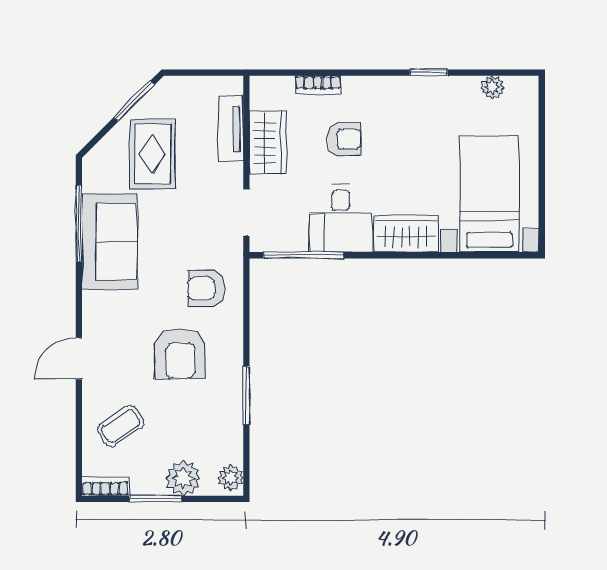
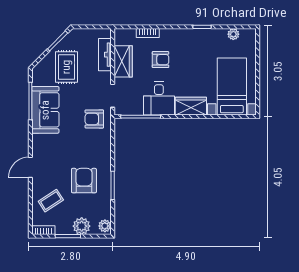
armchair: (207, 289) -> (94, 119), moved
armchair: (180, 354) -> (84, 181), moved, turned 180

